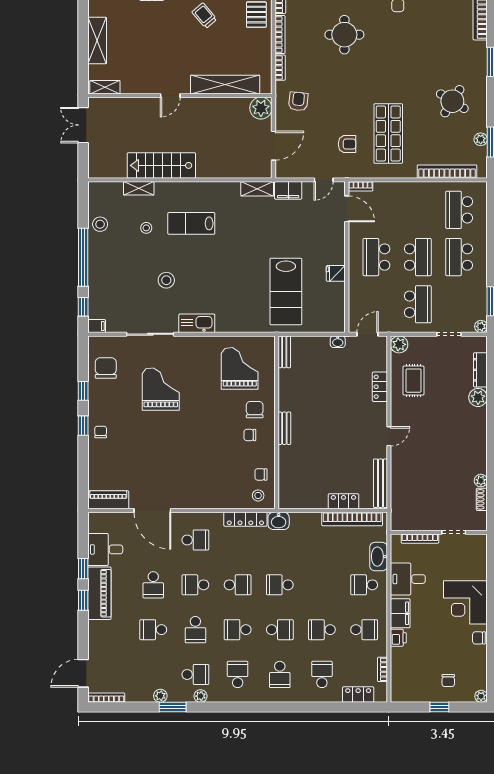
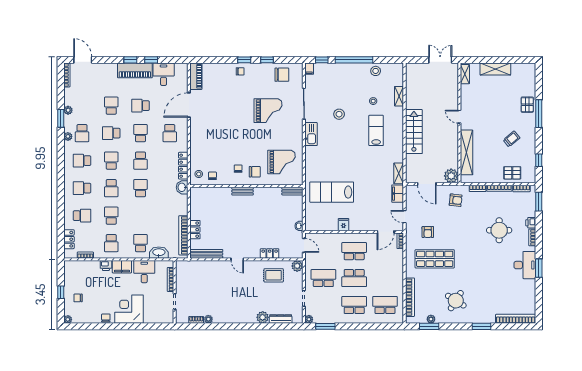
stairs: (161, 165) -> (414, 132), moved
school desk: (418, 304) -> (323, 278), turned 180
school desk: (238, 674) -> (82, 161), turned 180

